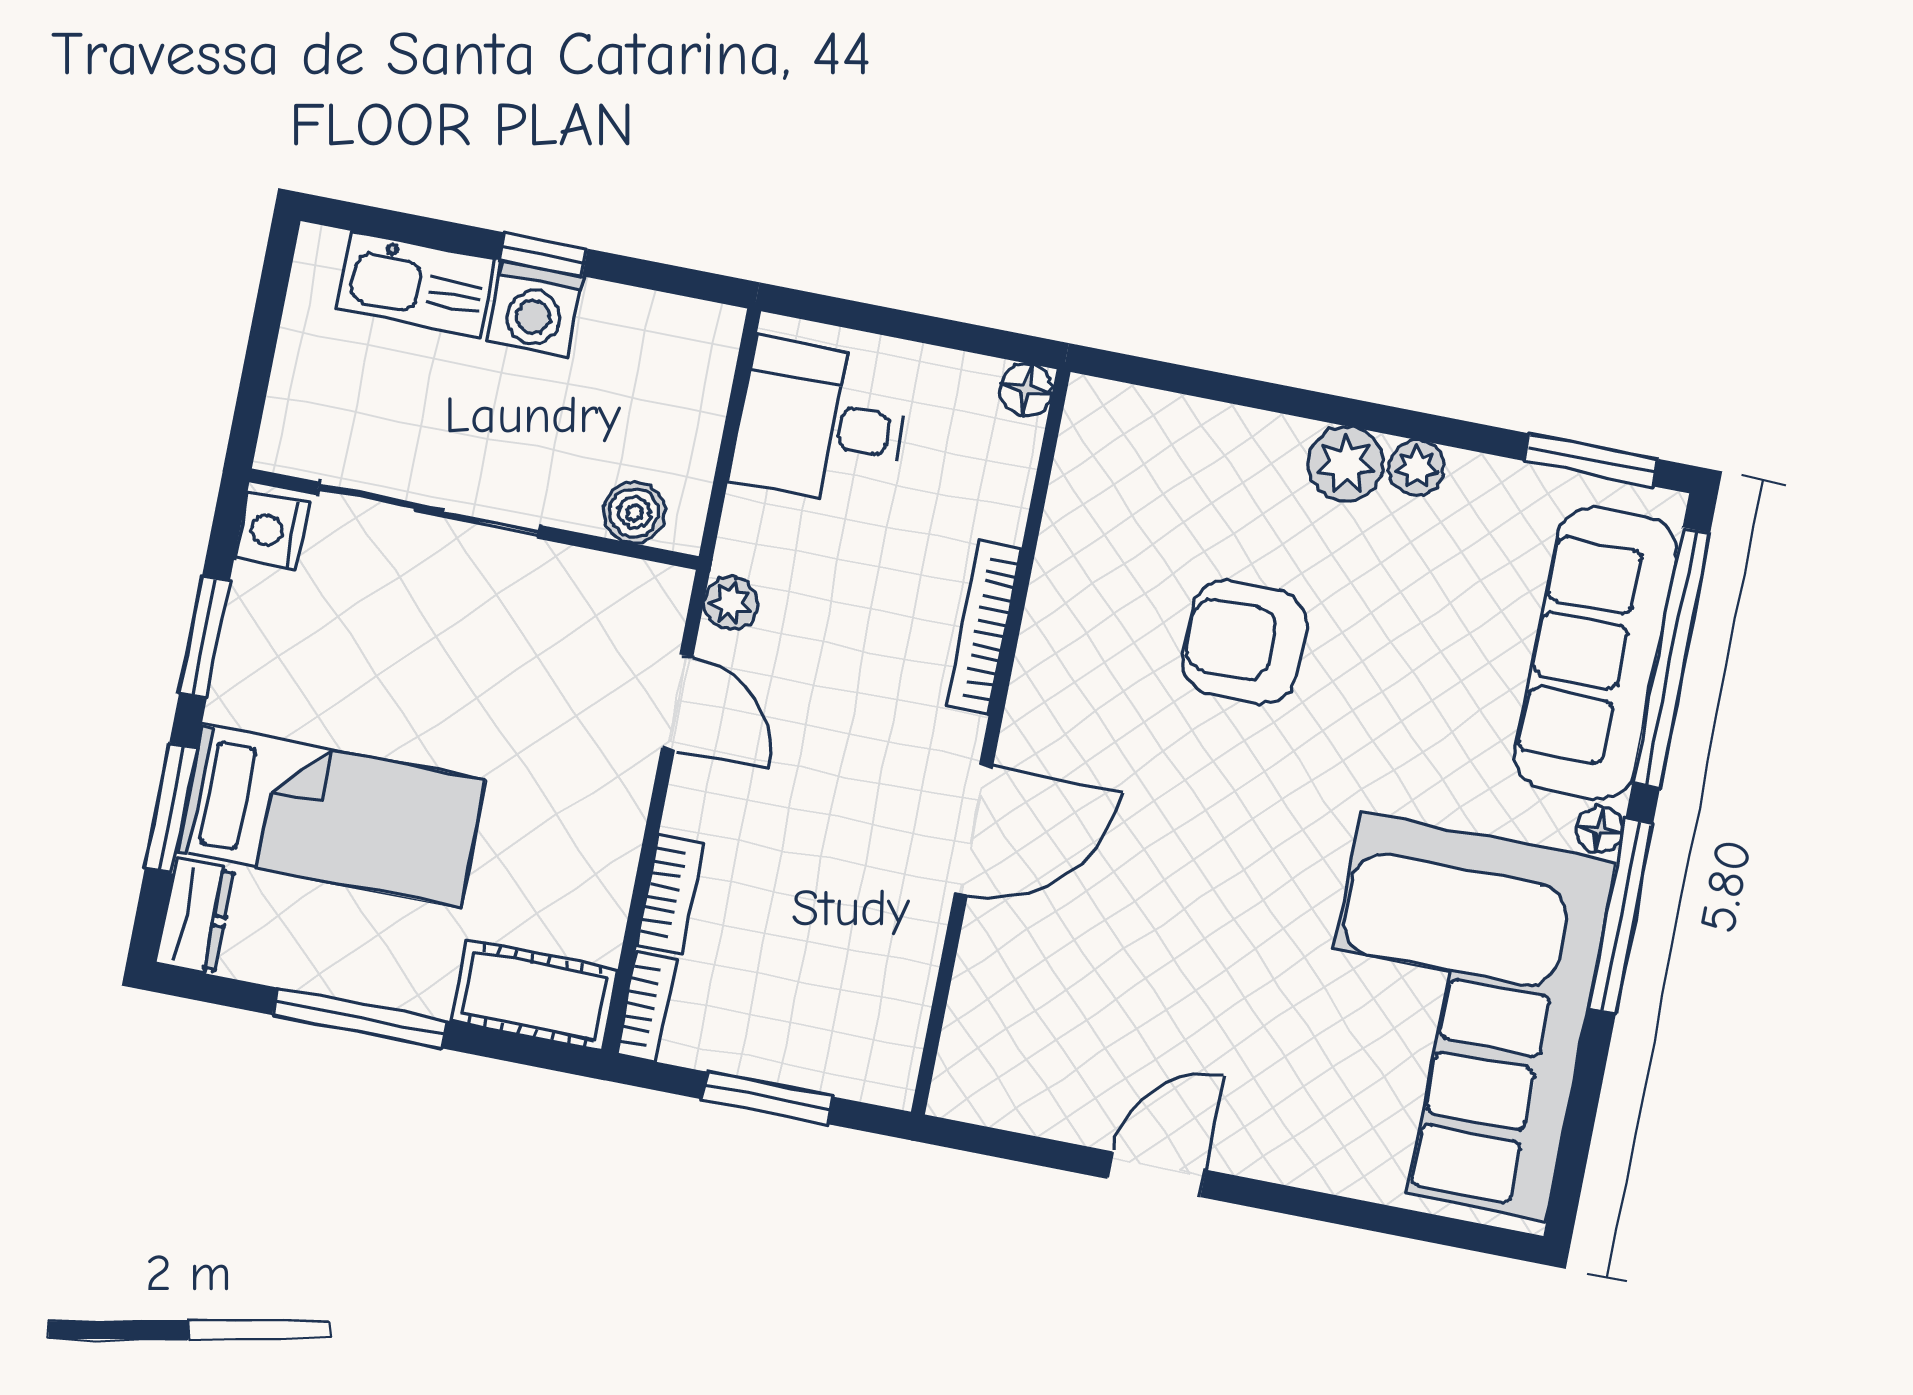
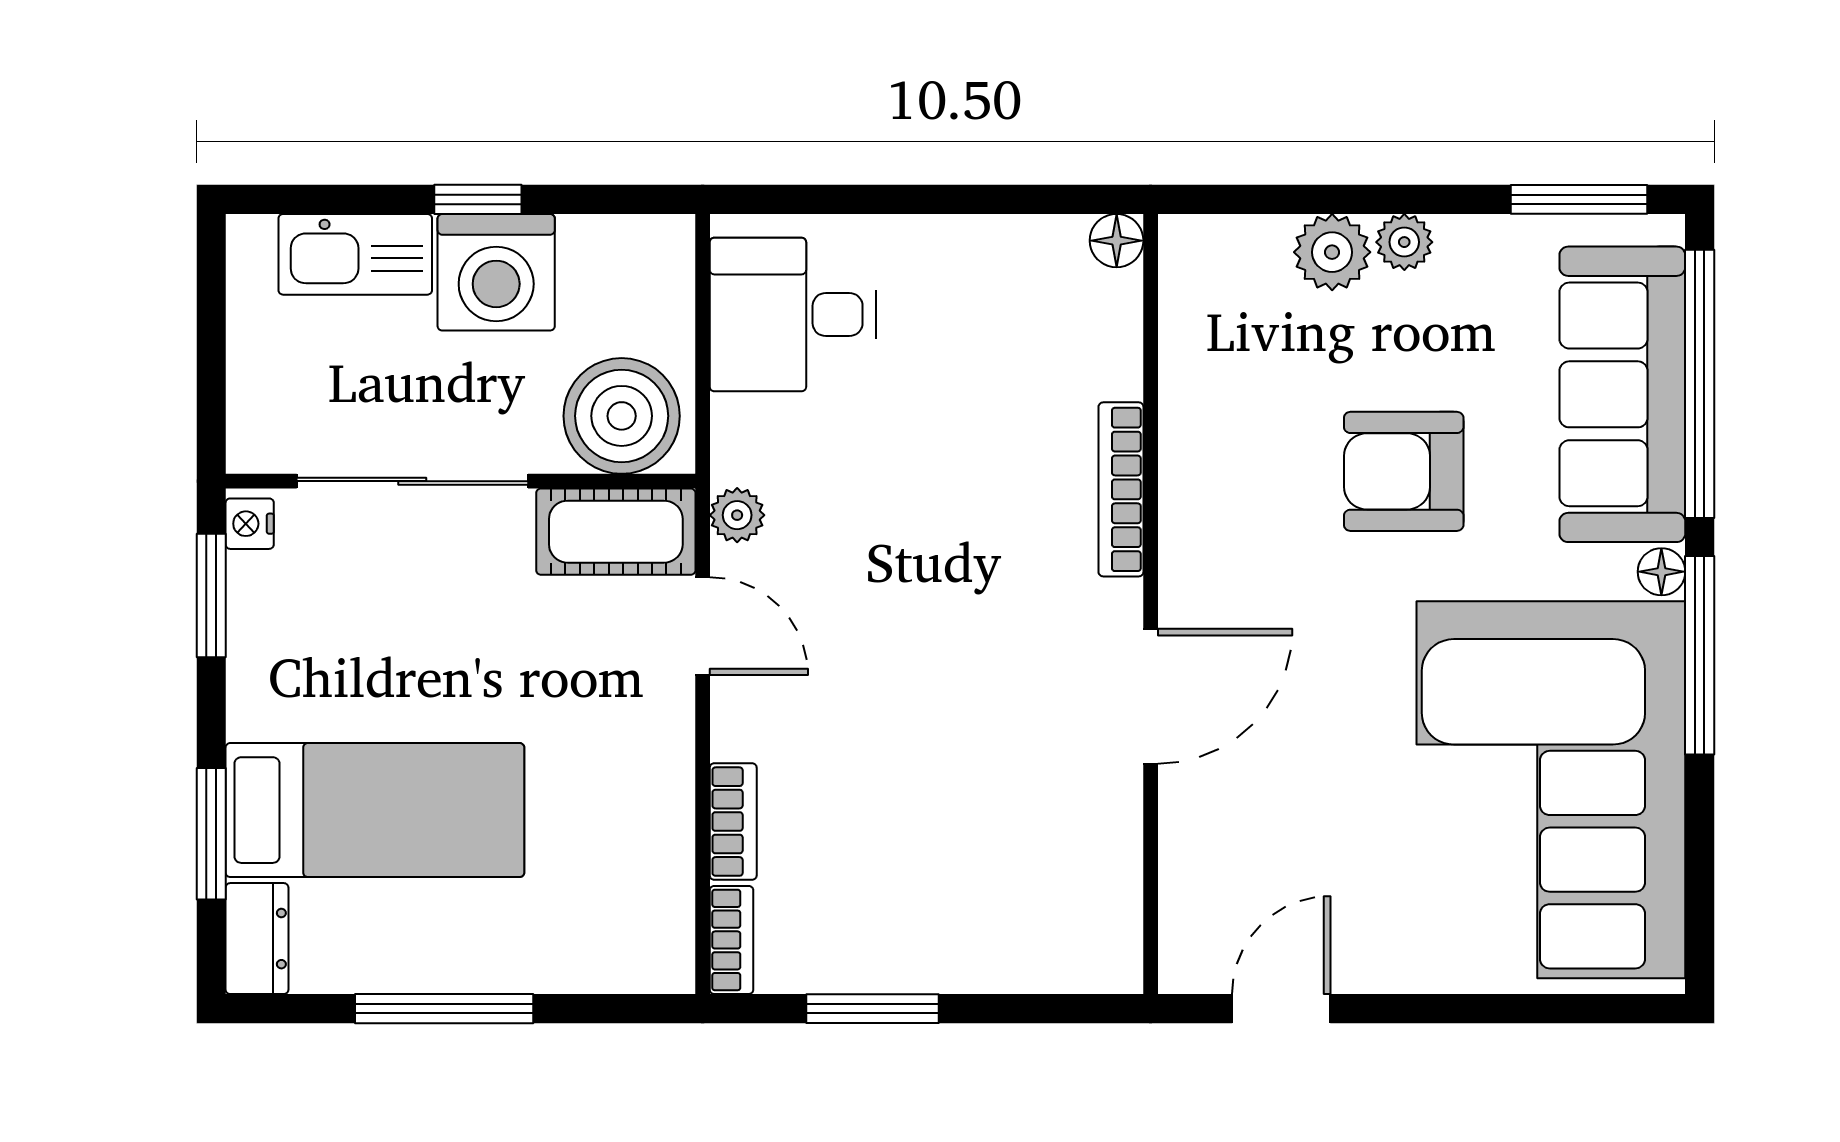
washing machine: (535, 309) -> (496, 272), width x1.37, depth x1.37
floor lamp: (1026, 390) -> (1117, 241), moved
boiler: (634, 513) -> (622, 416), width x1.86, depth x1.86
nightstand: (272, 531) -> (250, 524), width x0.72, depth x0.74
bookcase: (984, 627) -> (1121, 489), moved
window: (204, 637) -> (211, 595), moved
armchair: (1244, 642) -> (1404, 471), moved
wall: (991, 742) -> (1151, 604), moved
door: (974, 830) -> (1151, 696), moved
cot: (534, 995) -> (616, 532), moved

